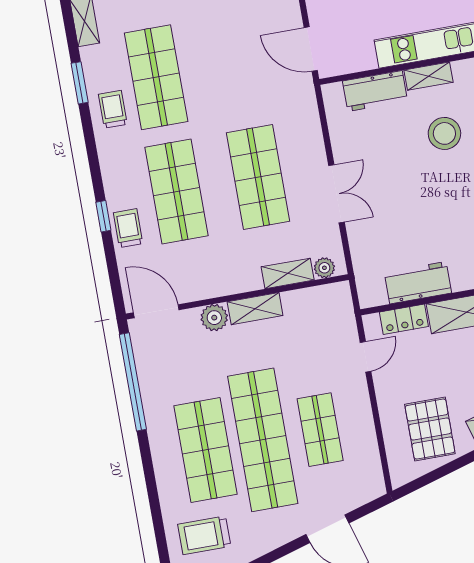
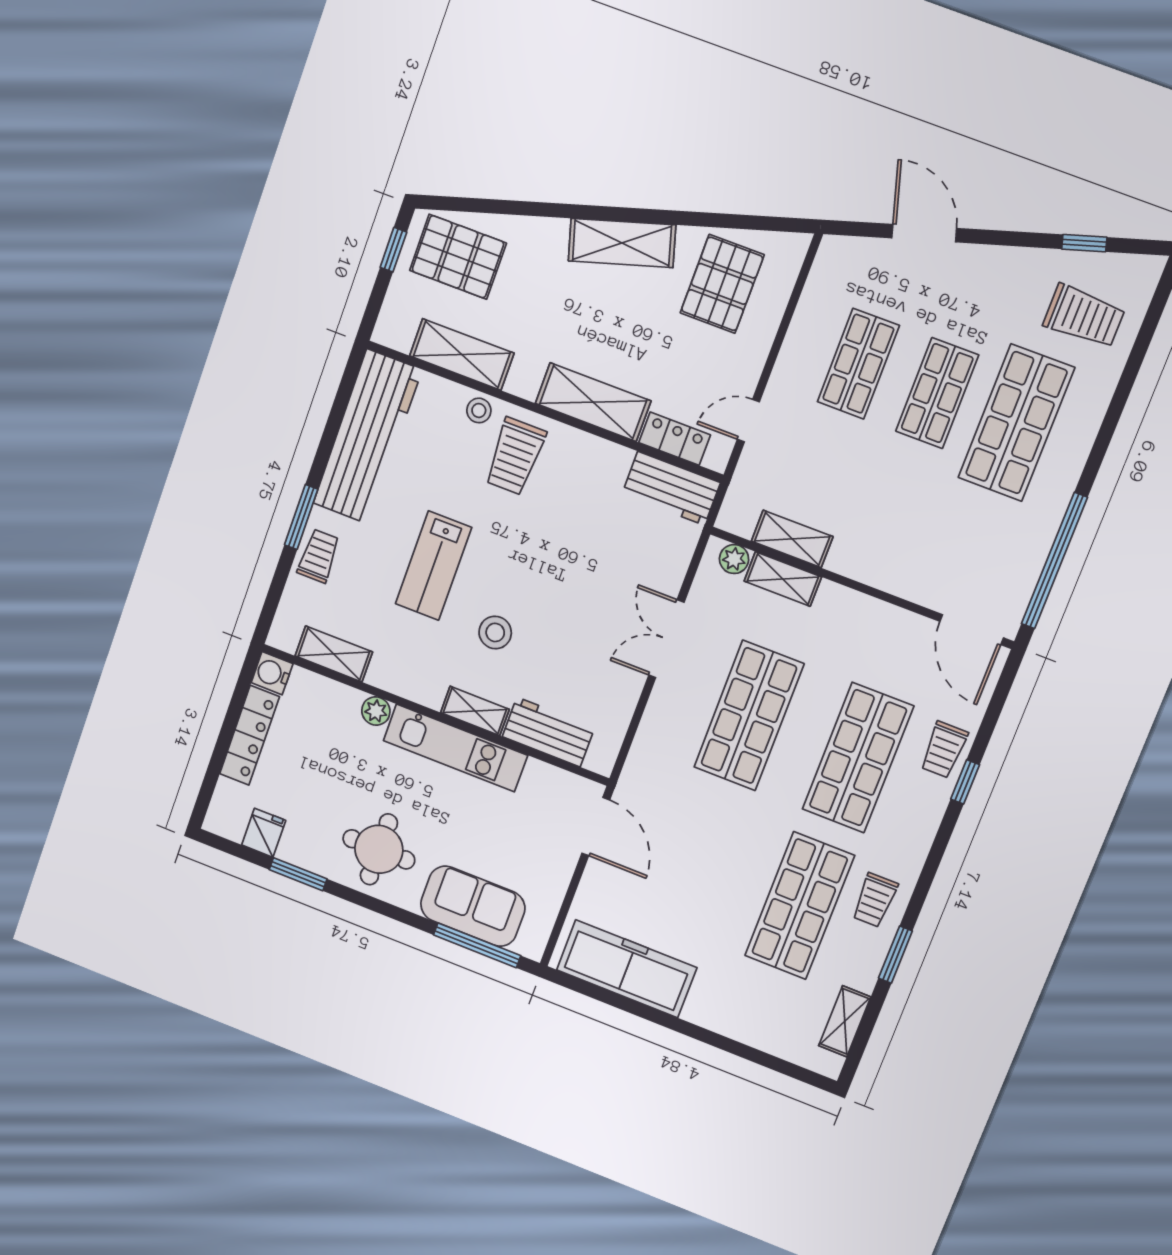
stool: (444, 133) -> (495, 632), width x0.73, depth x0.73
workbench: (418, 283) -> (671, 488), moved
shelving: (255, 309) -> (792, 539), moved
plant: (214, 318) -> (905, 579), removed
shop shelf: (263, 440) -> (937, 393), width x0.50, depth x0.74

